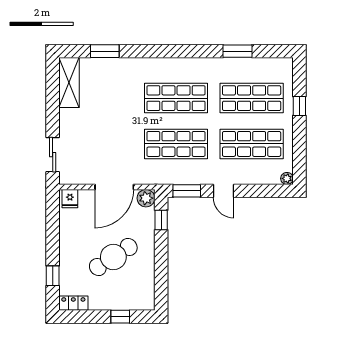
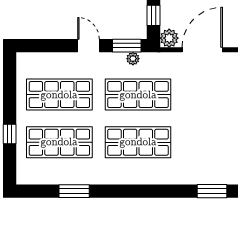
plant: (287, 178) -> (133, 59), moved

